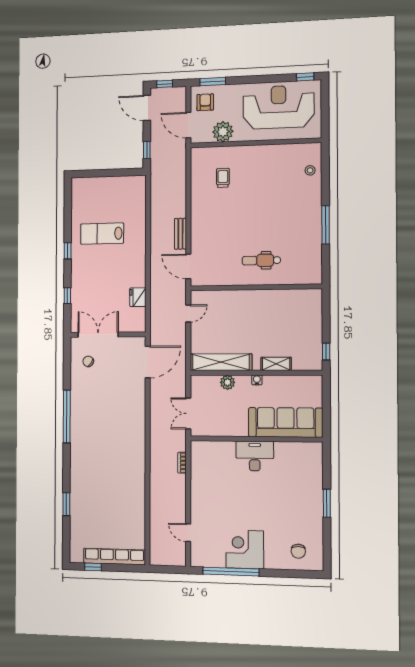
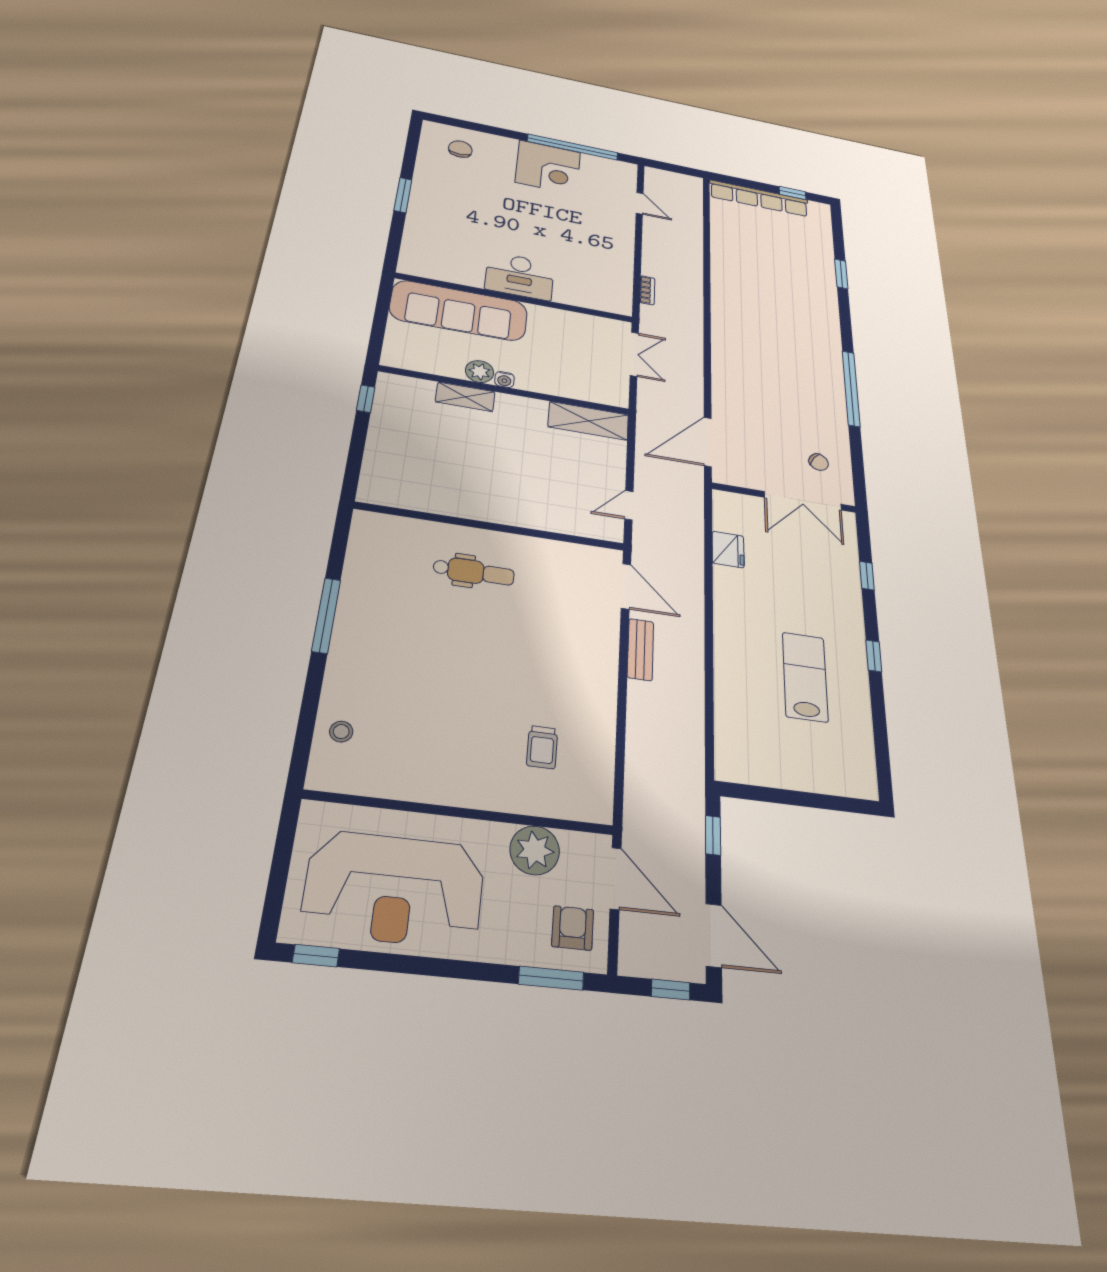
armchair: (205, 102) -> (573, 928), turned 180
lab bench: (102, 234) -> (805, 677), turned -90
shelving: (221, 362) -> (588, 421), width x0.68
plant: (227, 382) -> (480, 372), moved

